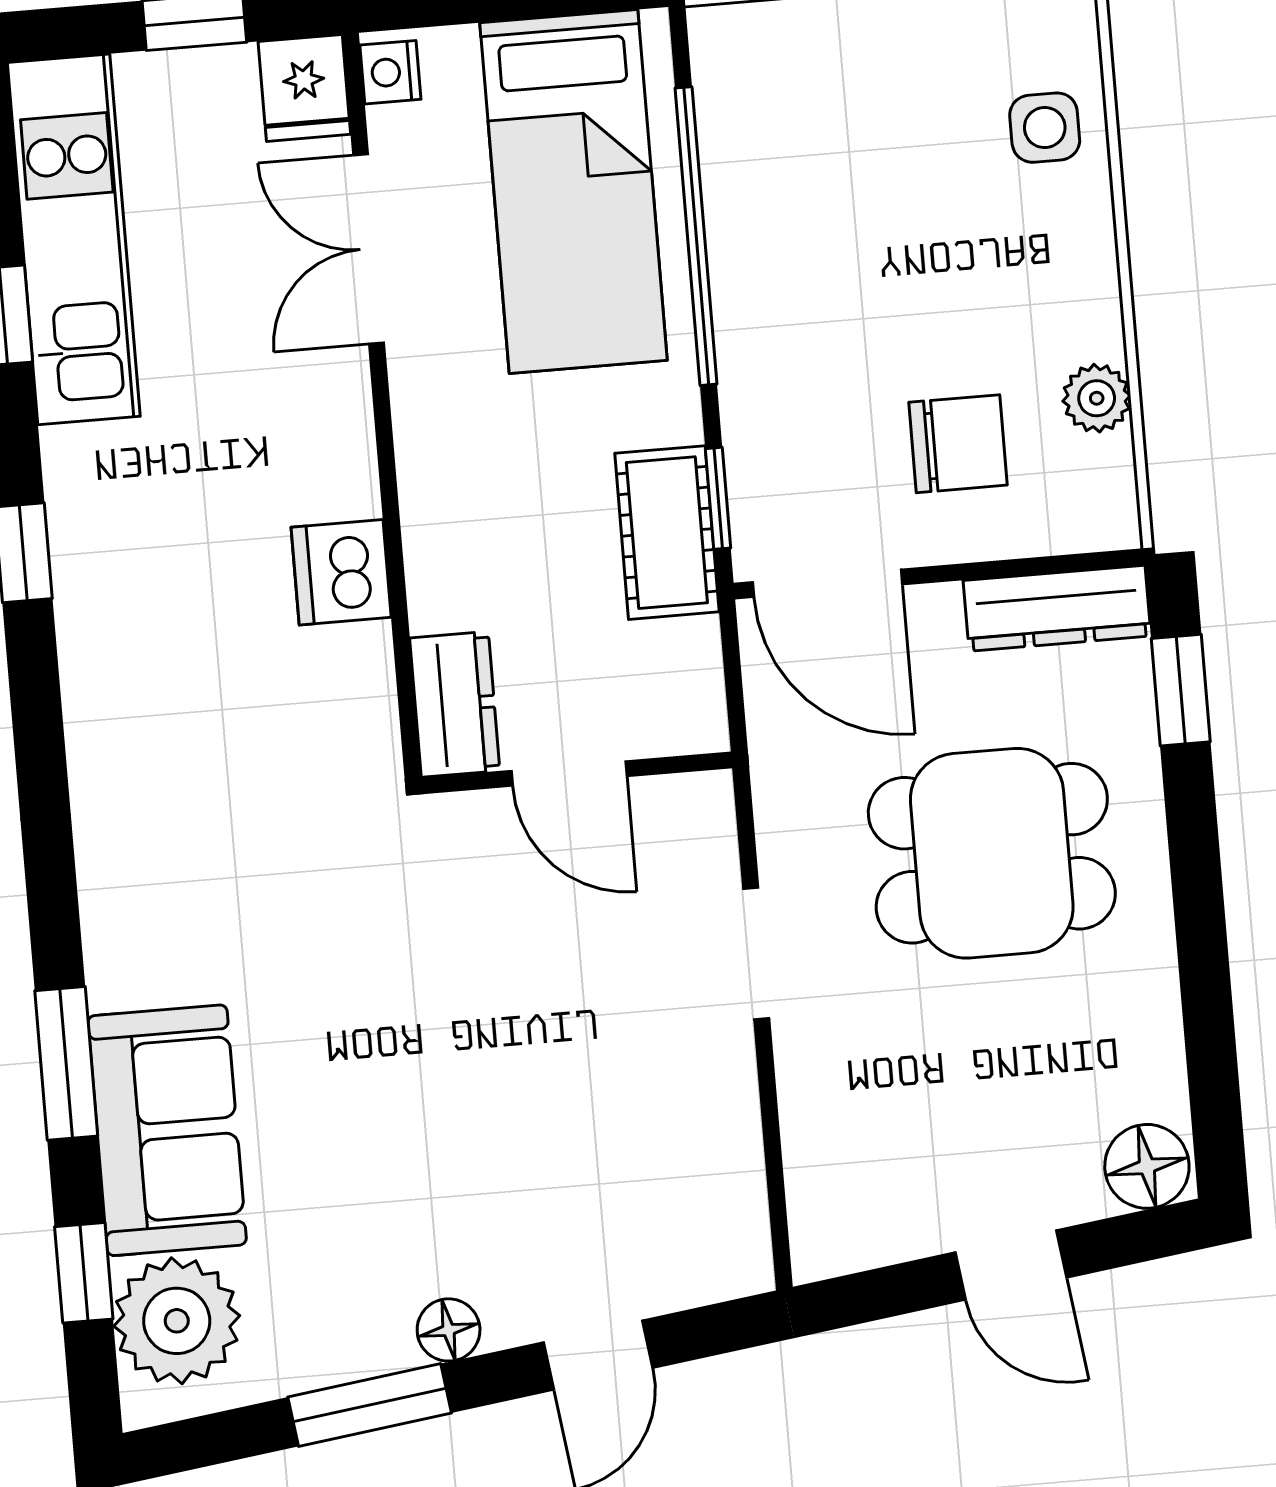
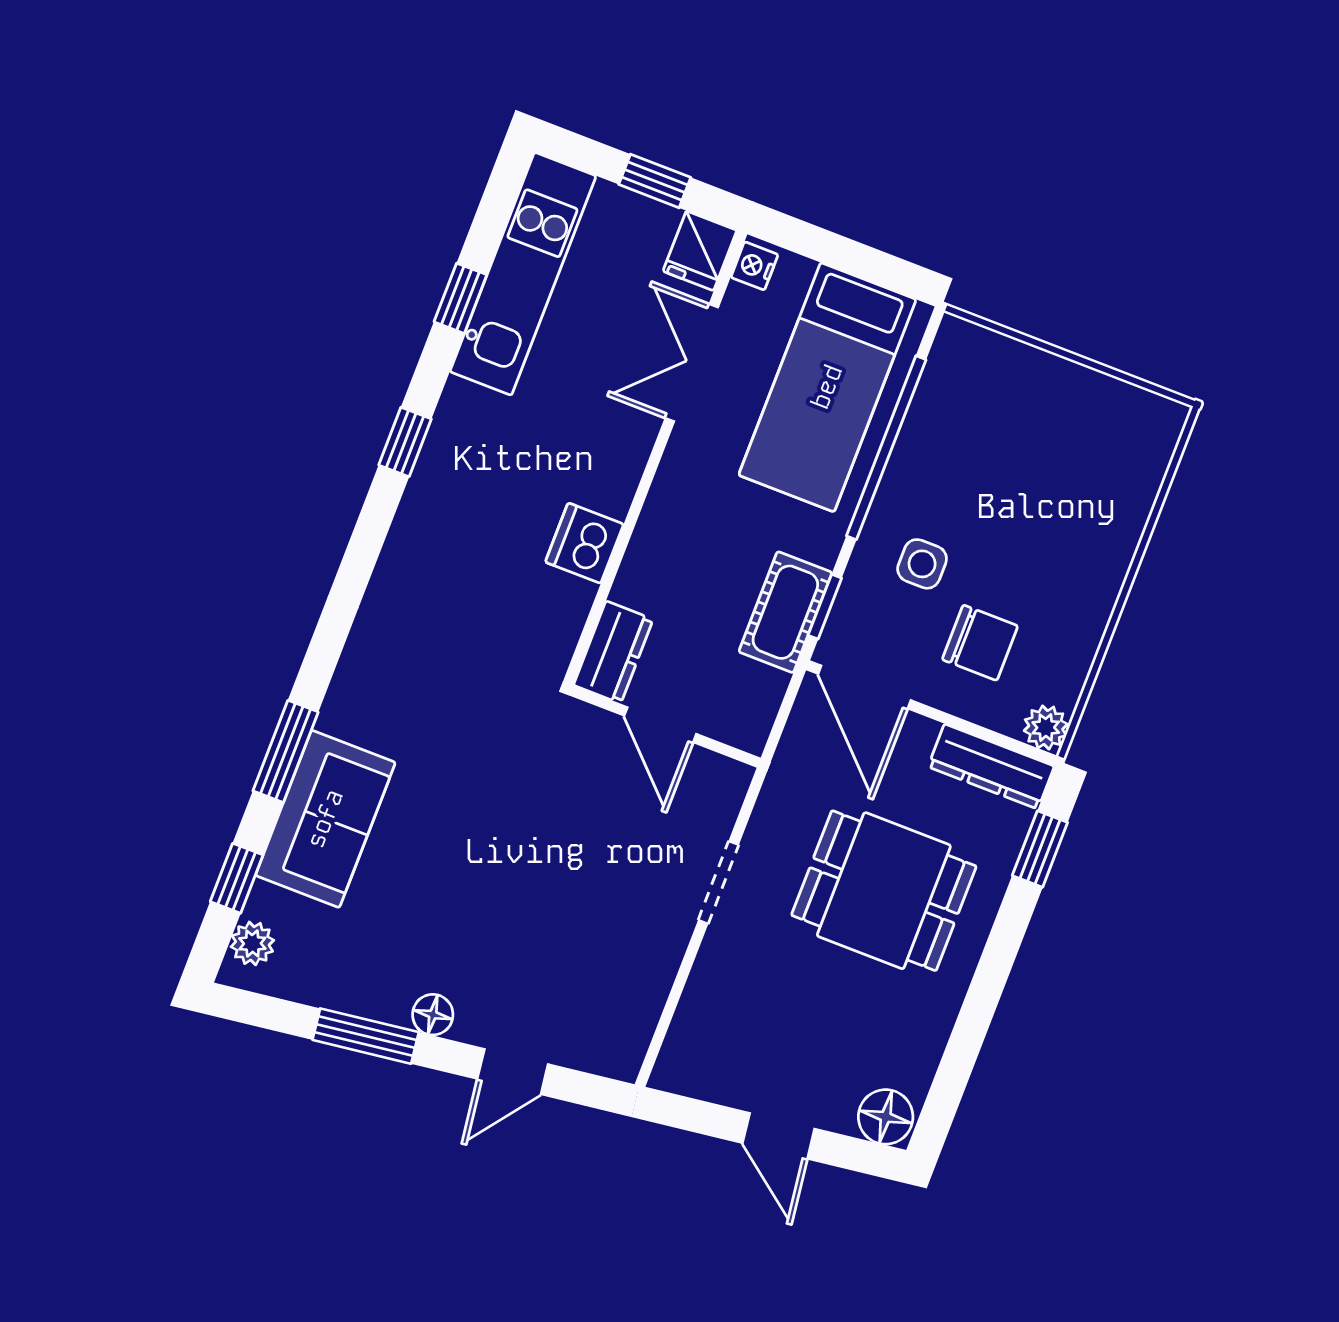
side table: (1045, 128) -> (922, 564), moved
plant: (1097, 398) -> (1046, 727), moved
plant: (177, 1321) -> (252, 943), width x0.53, depth x0.53

